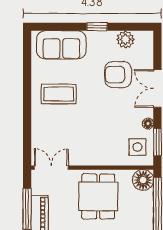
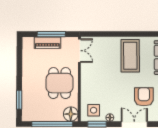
coffee table: (59, 94) -> (130, 56), width x1.36, depth x1.32
dining table: (98, 196) -> (59, 83), turned 90

